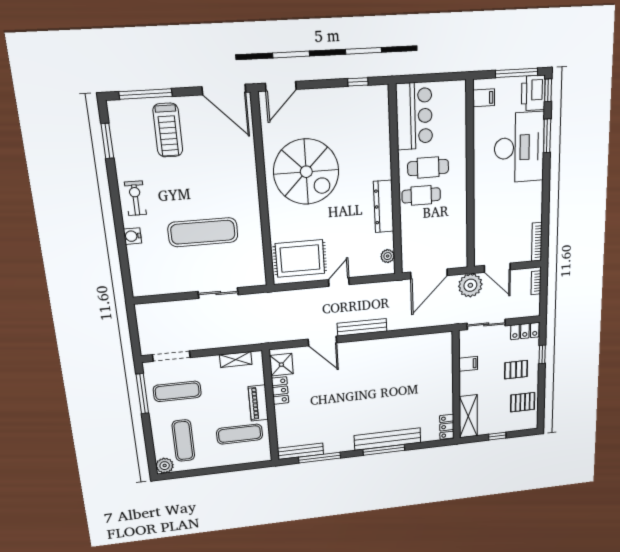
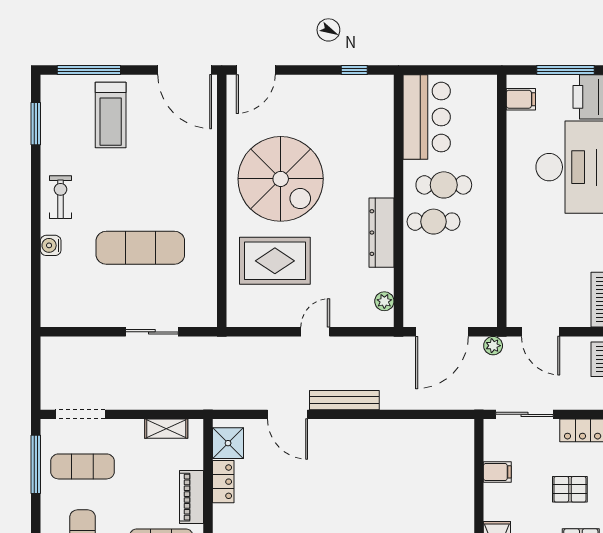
rug: (300, 259) -> (275, 261), moved
plant: (470, 285) -> (493, 346), width x0.53, depth x0.53

